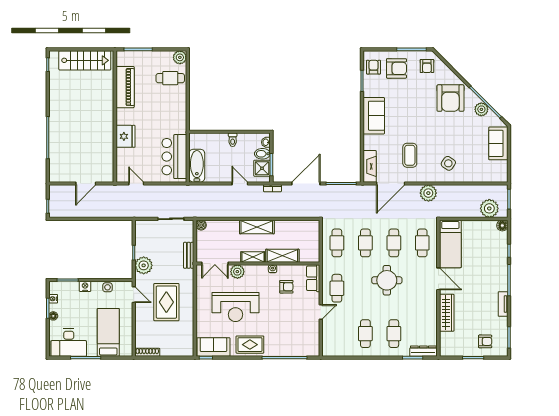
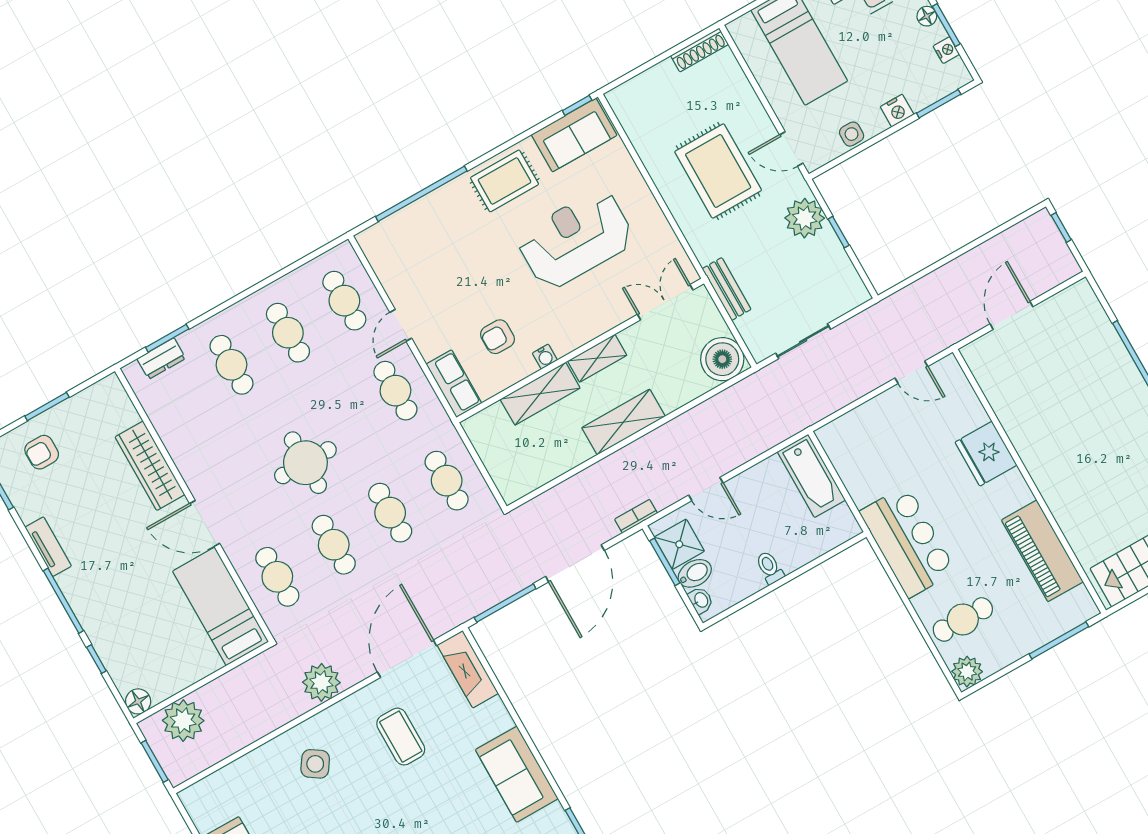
bar counter: (174, 157) -> (908, 542), moved
boiler: (201, 225) -> (722, 359), width x1.86, depth x1.86
plant: (237, 272) -> (612, 311), removed
cafe table: (337, 334) -> (344, 301), added
dresser: (423, 351) -> (161, 359), width x0.70

